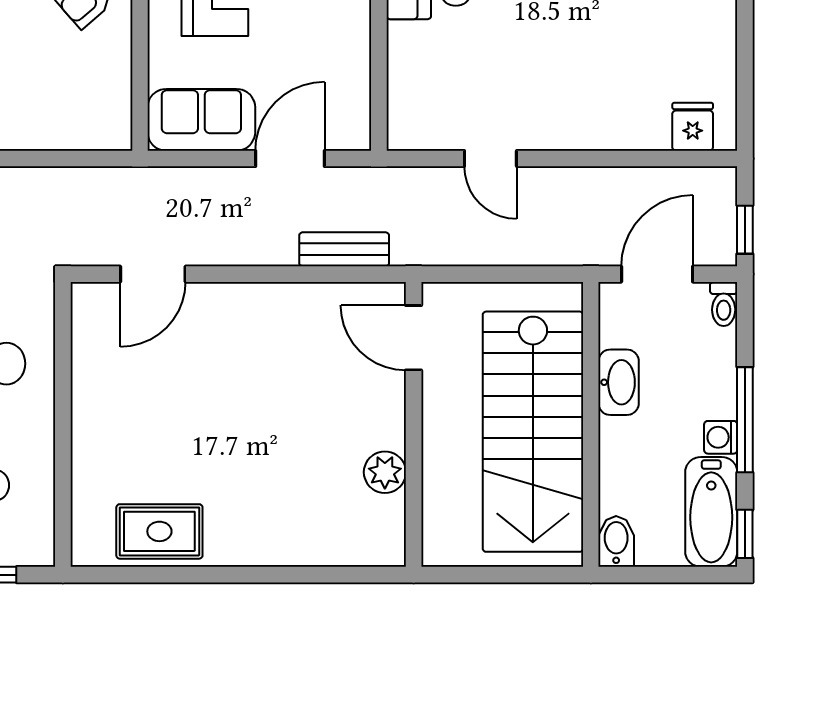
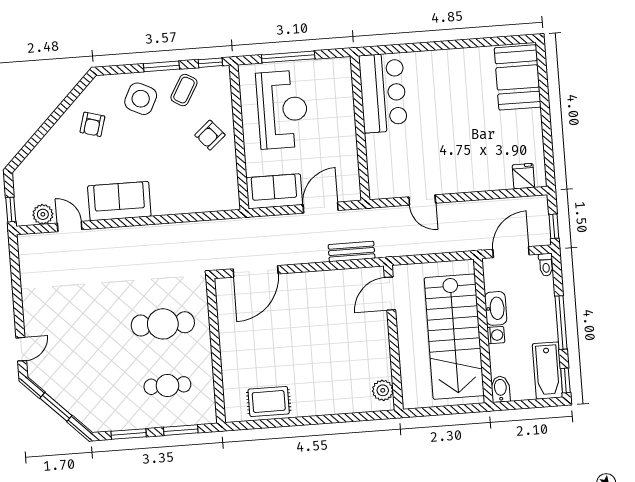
door: (153, 274) -> (256, 271), width x1.36
door: (414, 338) -> (390, 294), hinge flipped
washing machine: (721, 437) -> (496, 335), moved, turned 180
plant: (385, 472) -> (383, 390), moved

